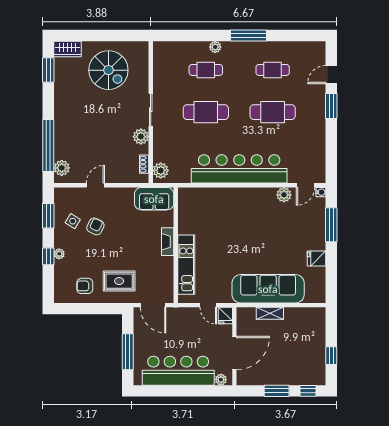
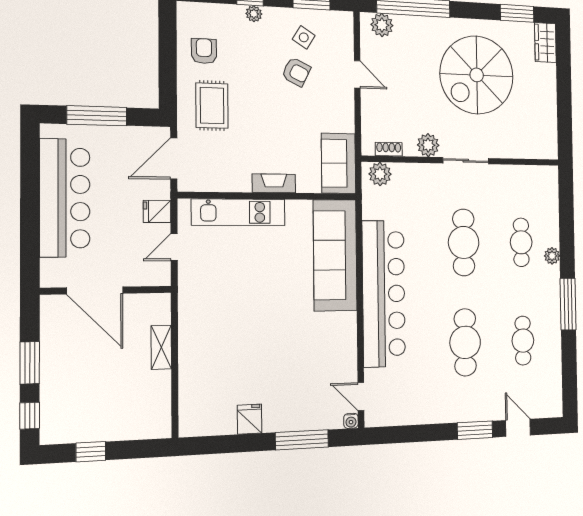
spiral stairs: (108, 70) -> (477, 75), moved, width x1.37, depth x1.37
plant: (284, 195) -> (346, 364), removed
sofa: (268, 289) -> (335, 255), moved, turned 180
fridge: (225, 316) -> (157, 211), moved
plant: (221, 380) -> (49, 269), removed

